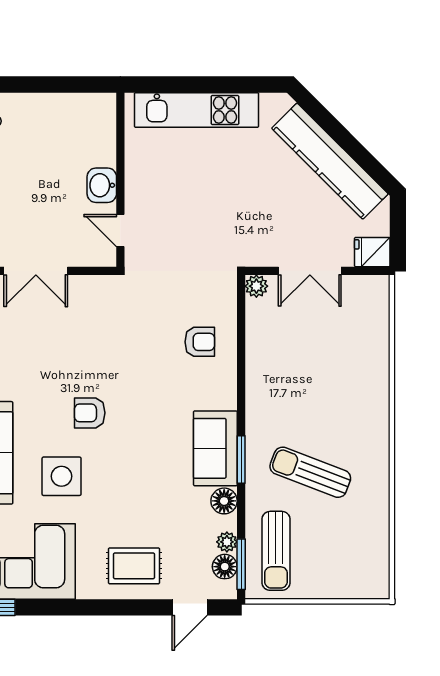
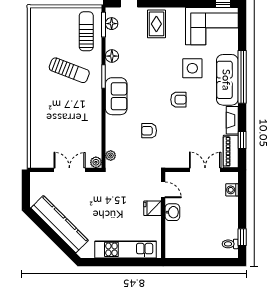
fridge: (372, 252) -> (152, 208), moved, turned 180
armchair: (200, 342) -> (149, 131), moved
sofa: (215, 448) -> (116, 96), moved
plant: (227, 542) -> (111, 156), moved
rug: (134, 566) -> (156, 24), turned 90

